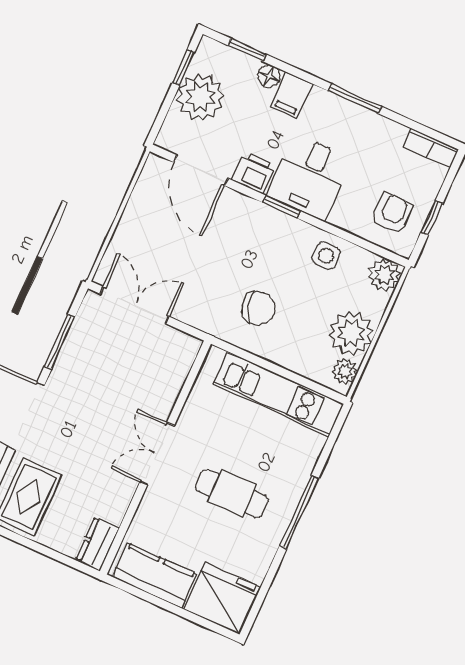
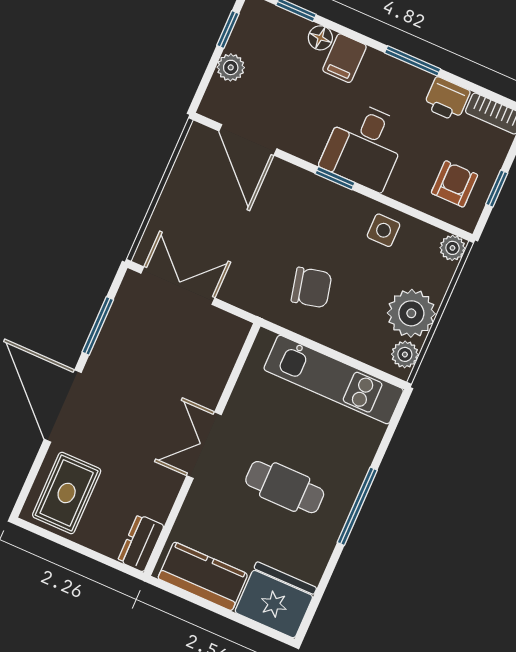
plant: (200, 97) -> (231, 67), width x0.53, depth x0.53
printer: (254, 172) -> (447, 99), moved, turned 180
plant: (384, 275) -> (452, 248), width x0.73, depth x0.73

